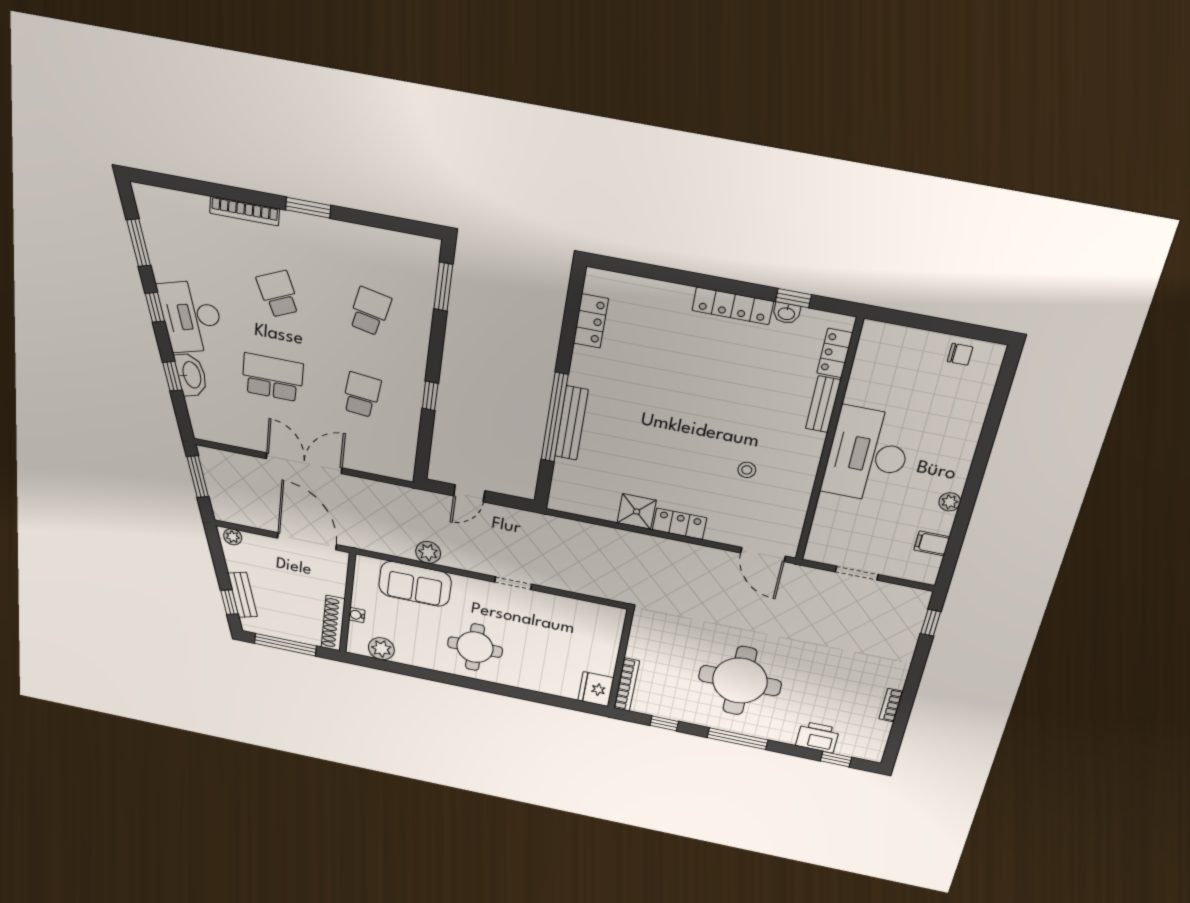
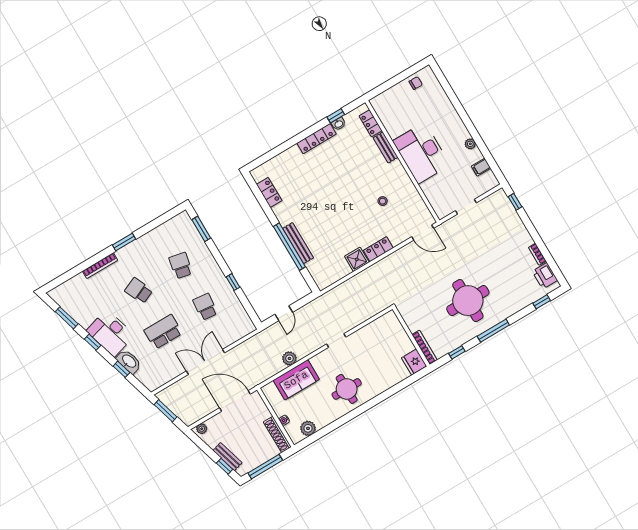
printer: (818, 737) -> (545, 276), moved, turned -90

